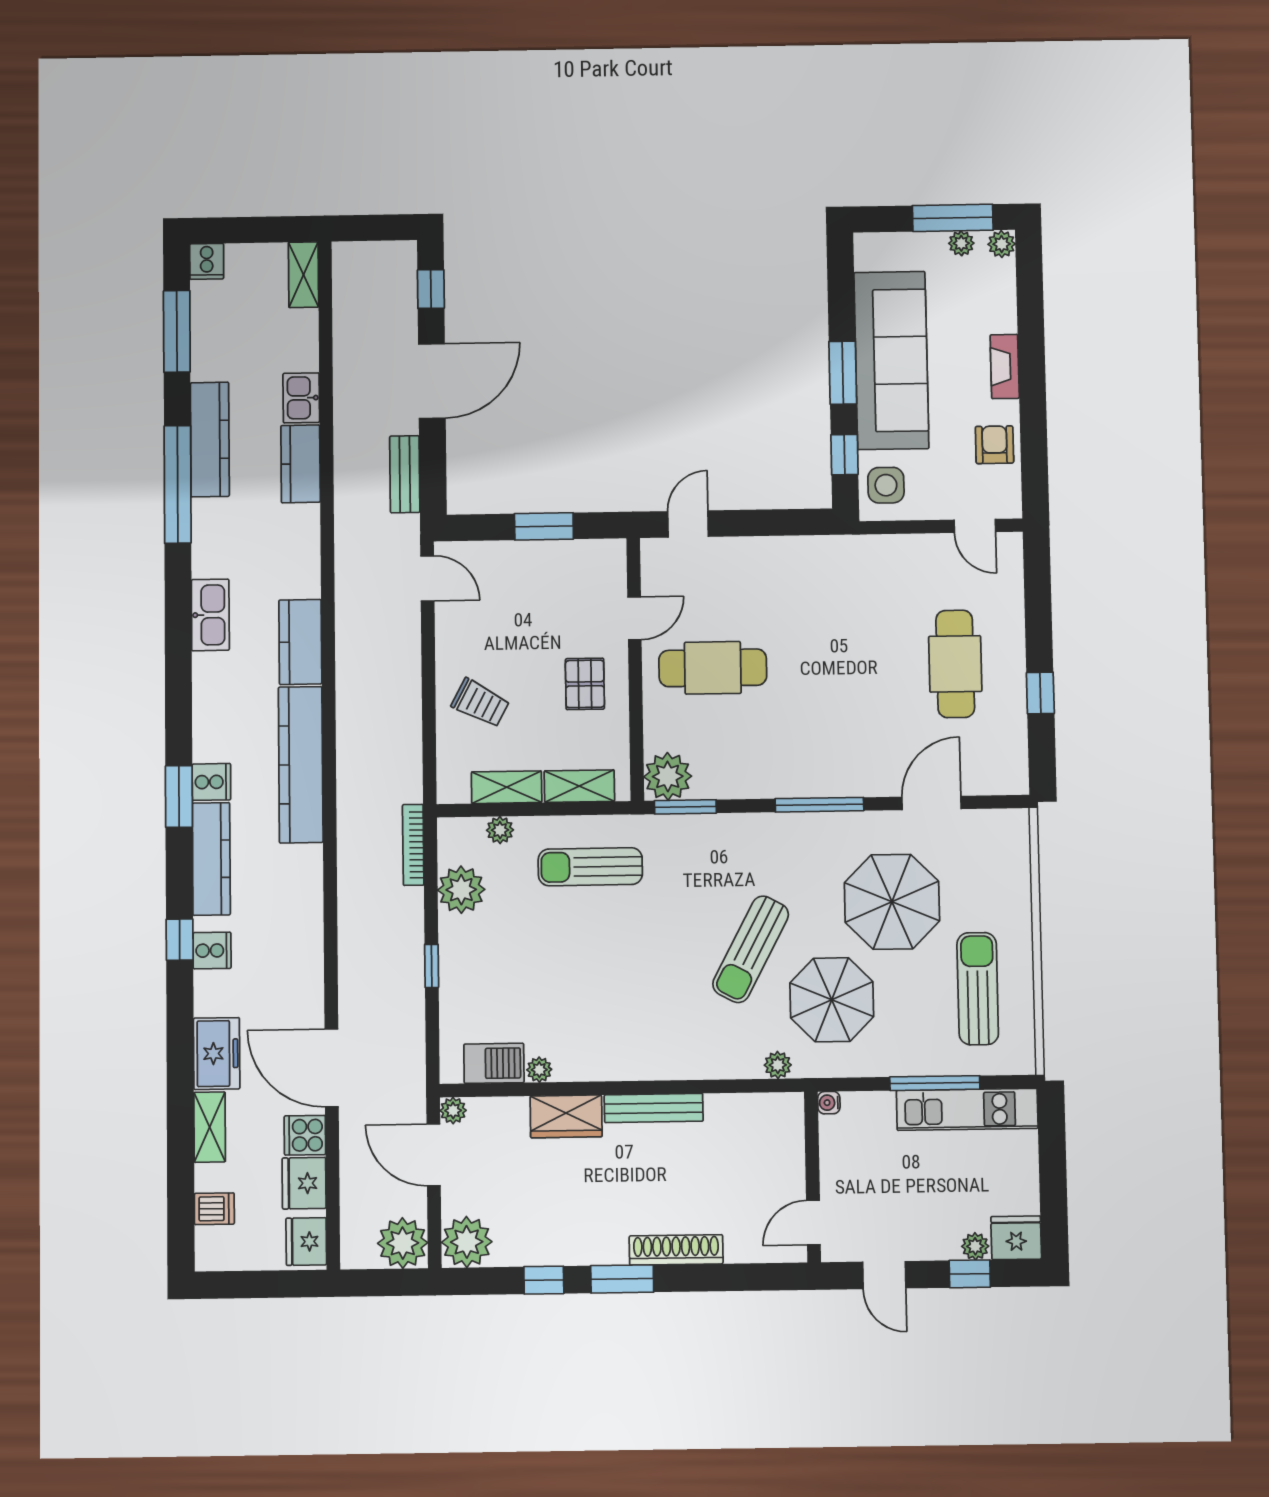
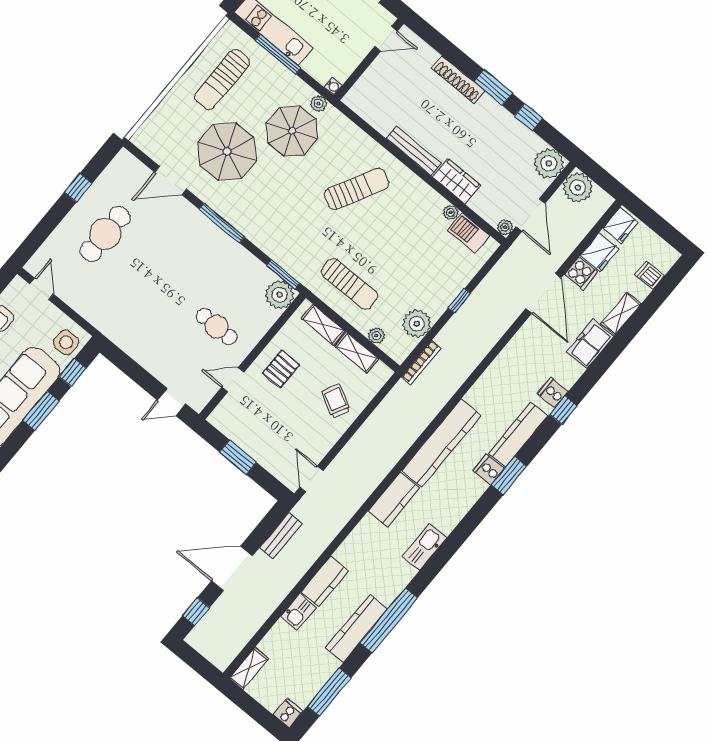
cafe table: (713, 668) -> (217, 327), width x0.73, depth x0.74
sun lounger: (751, 949) -> (357, 189), moved
plant: (778, 1065) -> (319, 104), moved

